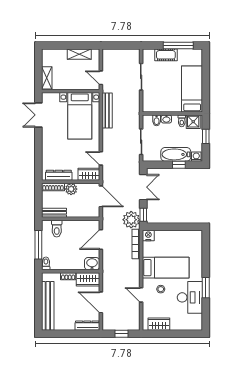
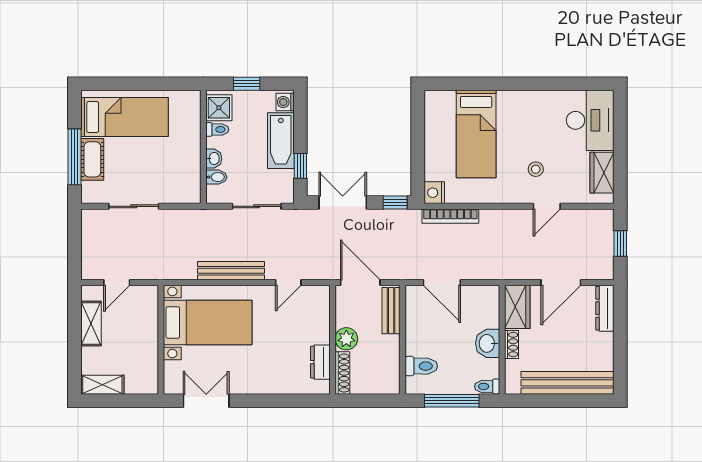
window: (178, 45) -> (75, 157), moved
shelving: (47, 78) -> (102, 385), moved
door: (101, 78) -> (117, 283), moved
bed: (192, 89) -> (125, 117), moved, turned 180
bench: (107, 110) -> (231, 271), moved
double door: (38, 115) -> (206, 401), swing flipped
window: (179, 165) -> (300, 166), moved
wardrobe: (89, 174) -> (318, 305), removed
dresser: (59, 175) -> (320, 362), width x0.70
door: (101, 196) -> (360, 283), hinge flipped
bench: (54, 213) -> (391, 311), moved
plant: (131, 220) -> (404, 225), removed
washbasin: (92, 264) -> (488, 343), moved
bed: (166, 268) -> (476, 134), moved, turned 180
window: (206, 288) -> (533, 84), removed
desk: (190, 297) -> (590, 120), moved, turned 90

